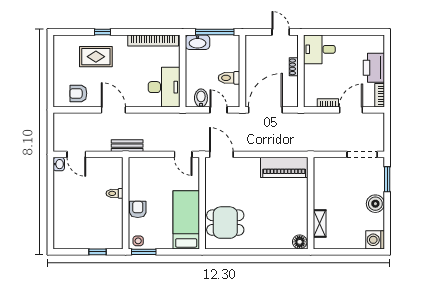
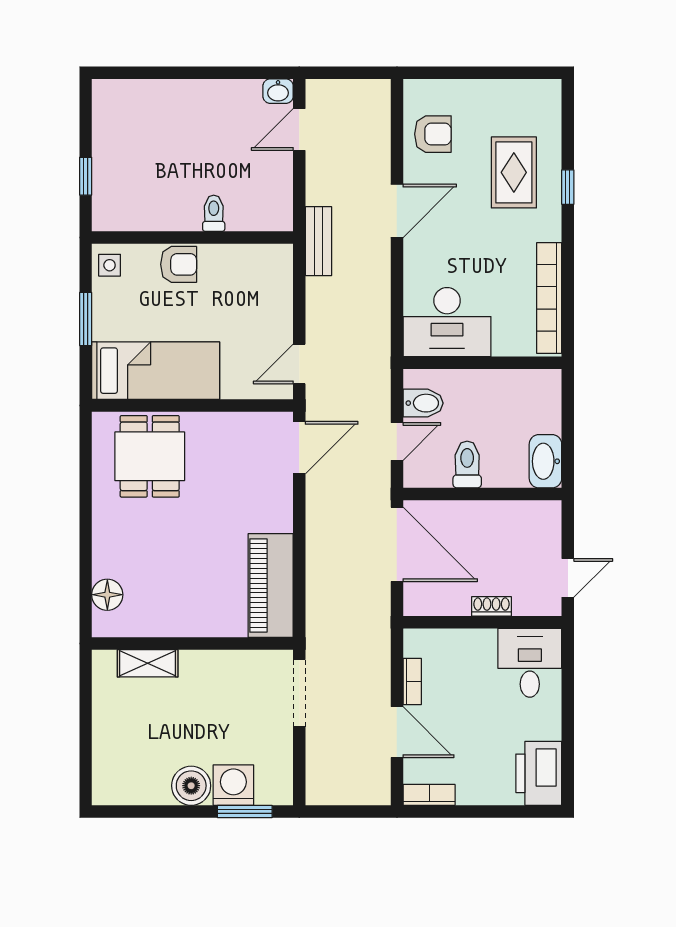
window: (215, 32) -> (568, 433), removed
washbasin: (198, 42) -> (545, 461), moved
printer: (374, 68) -> (539, 773), moved, turned -90
armchair: (78, 93) -> (433, 134), turned 90
doorway: (362, 154) -> (299, 693), moved
washing machine: (375, 240) -> (233, 785), moved
floor lamp: (300, 242) -> (107, 595), moved
window: (144, 252) -> (86, 319), moved

